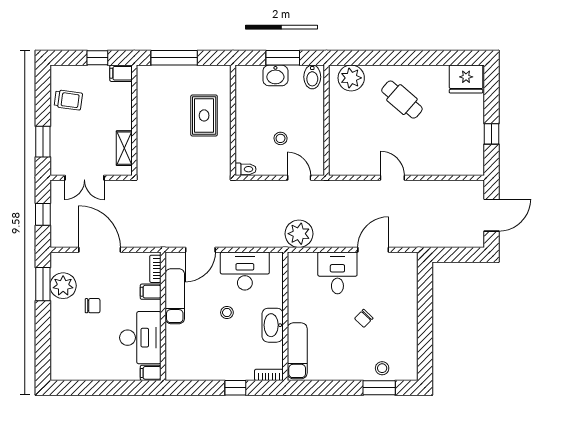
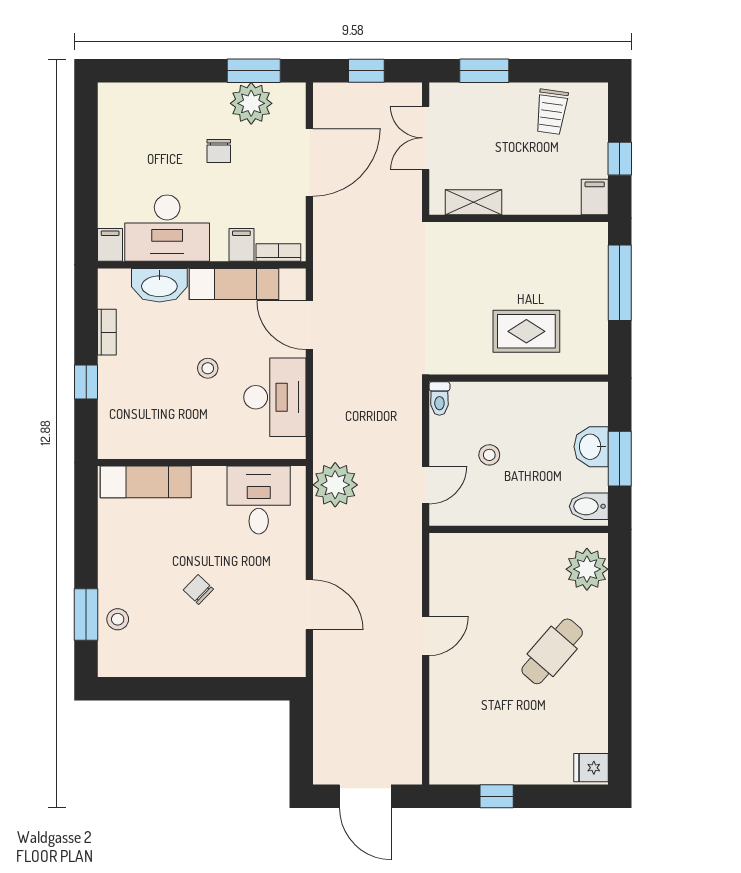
fridge: (466, 79) -> (591, 768), width x0.53, depth x0.75
desk: (337, 273) -> (259, 500), moved, turned -90
washbasin: (273, 325) -> (159, 285), moved, turned 180
bookcase: (269, 375) -> (107, 332), moved

